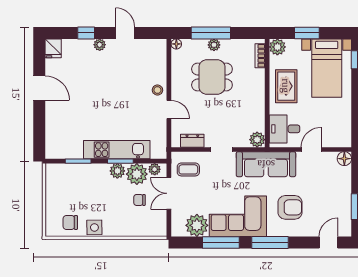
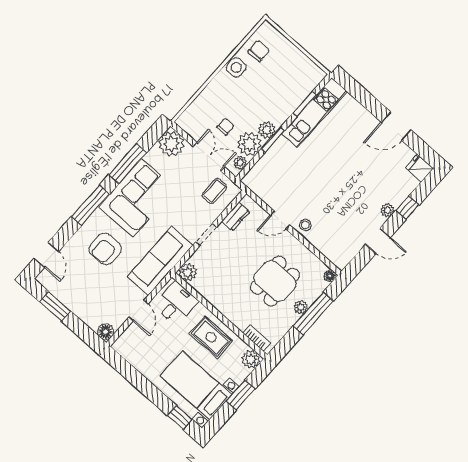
kitchen unit: (117, 150) -> (314, 113), moved
plant: (197, 225) -> (171, 144), moved

